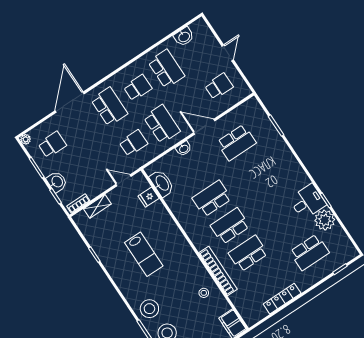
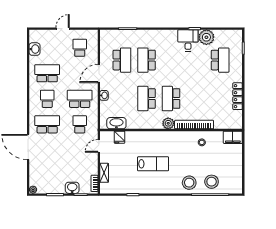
door: (228, 53) -> (63, 29), hinge flipped
school desk: (52, 145) -> (47, 175), removed
plant: (200, 241) -> (168, 123), added
school desk: (248, 253) -> (146, 60), moved

